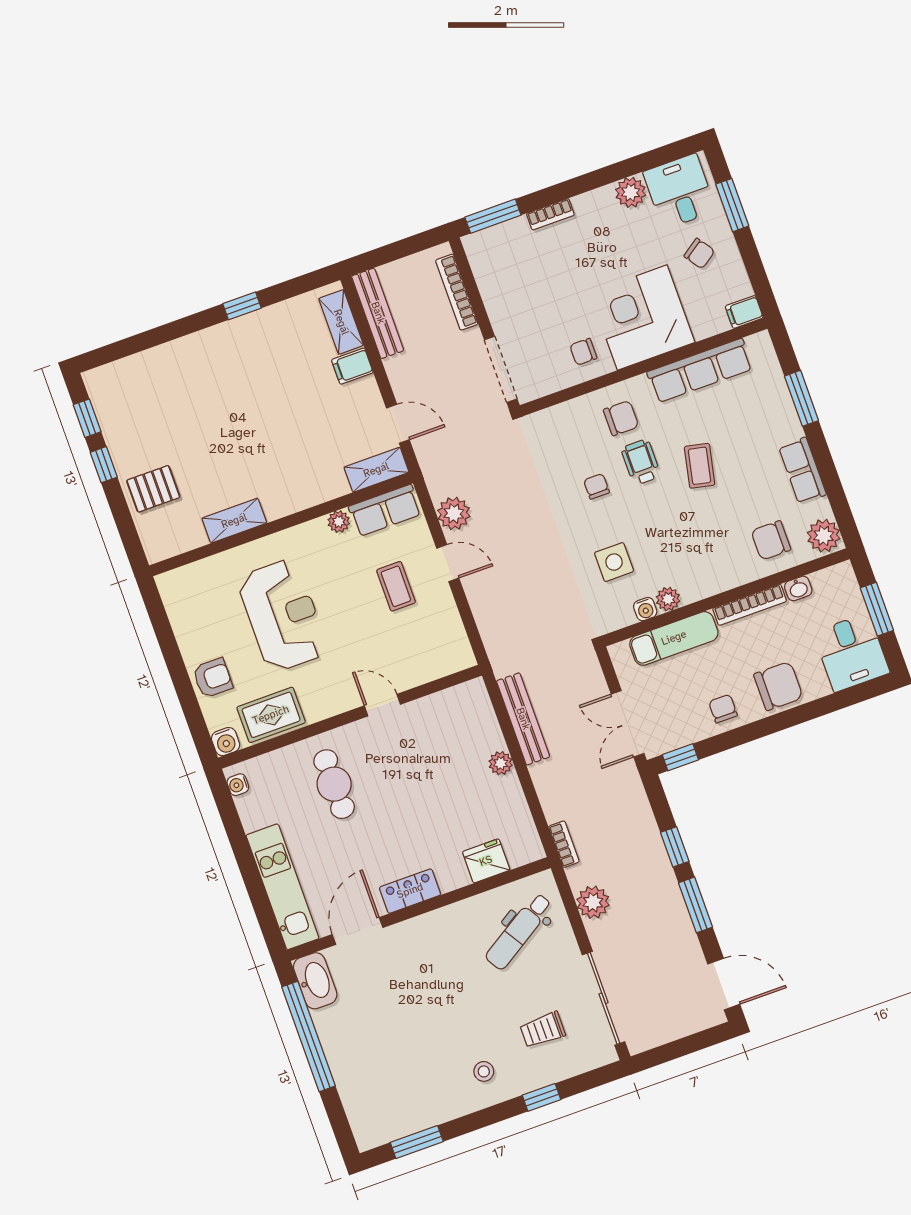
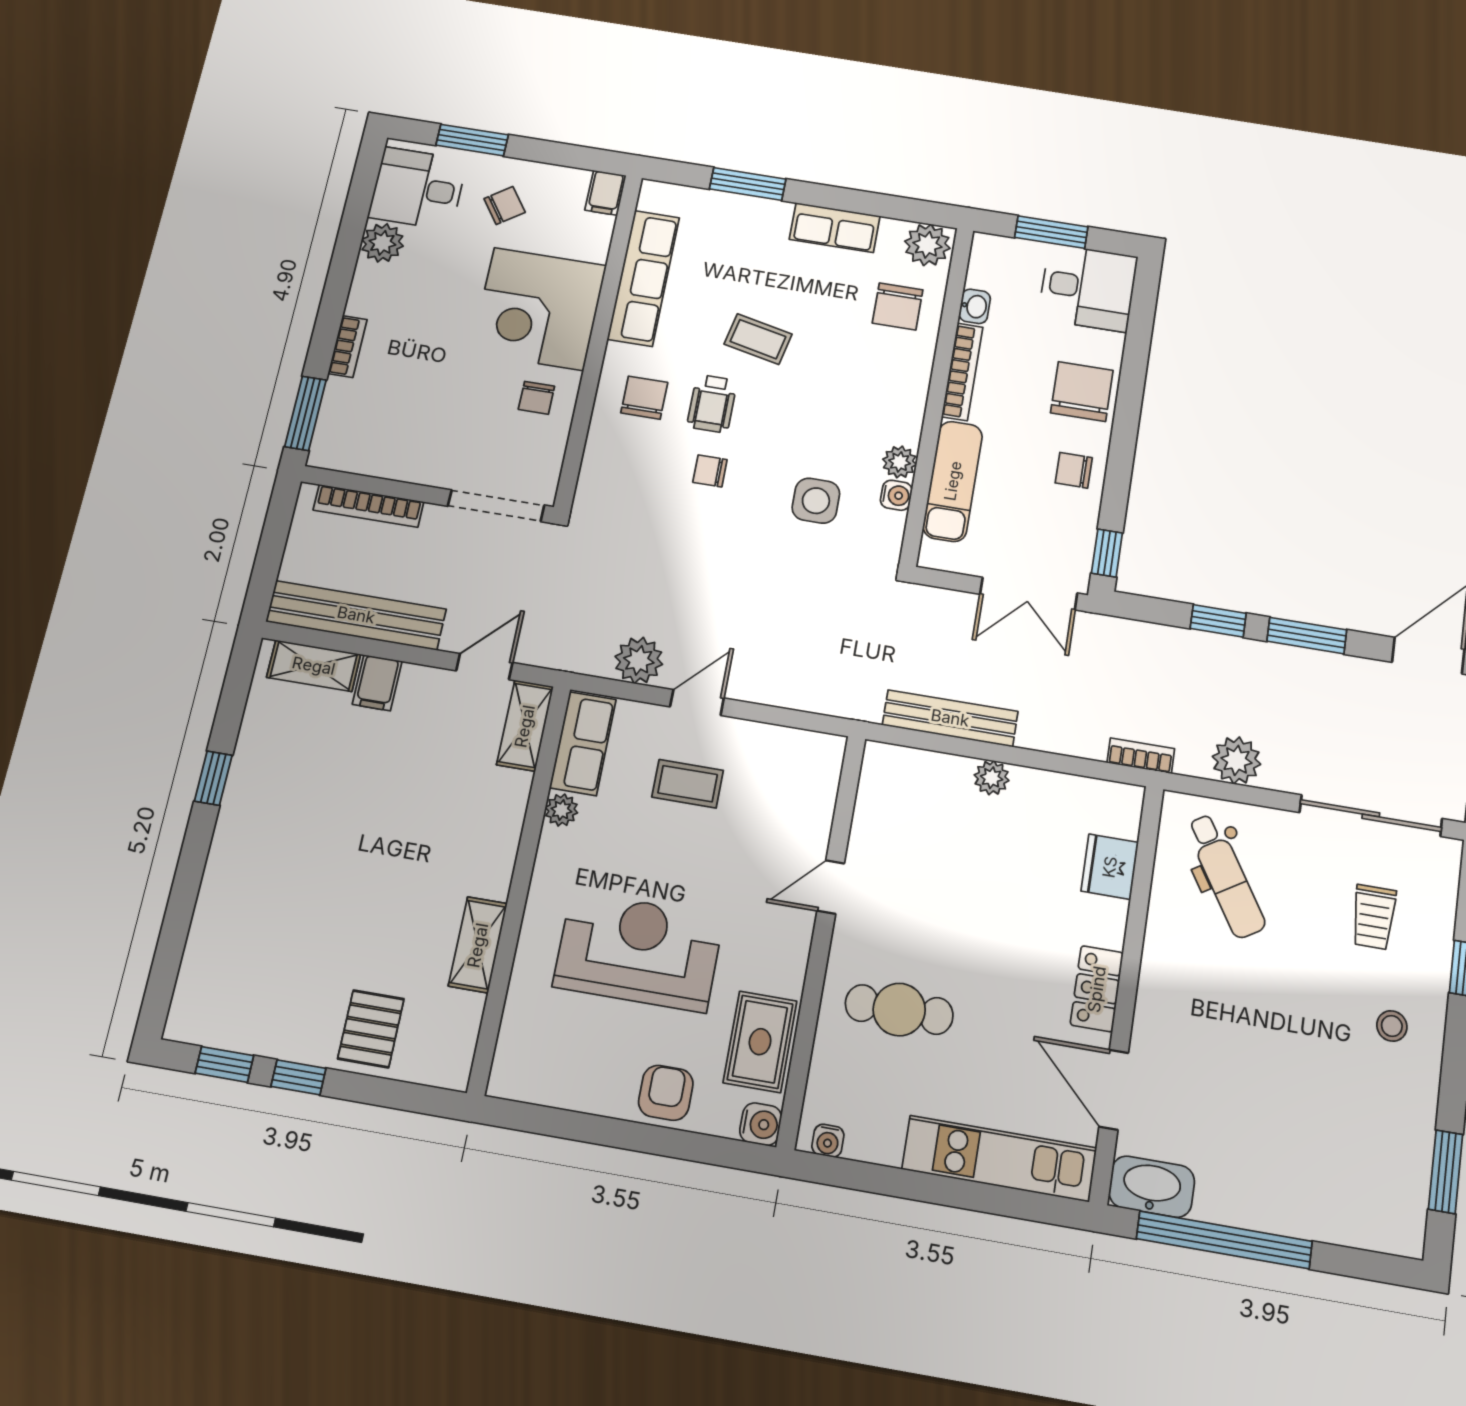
bench: (378, 313) -> (356, 615), width x1.37, depth x1.21
wheelchair: (641, 462) -> (712, 404), turned -90

